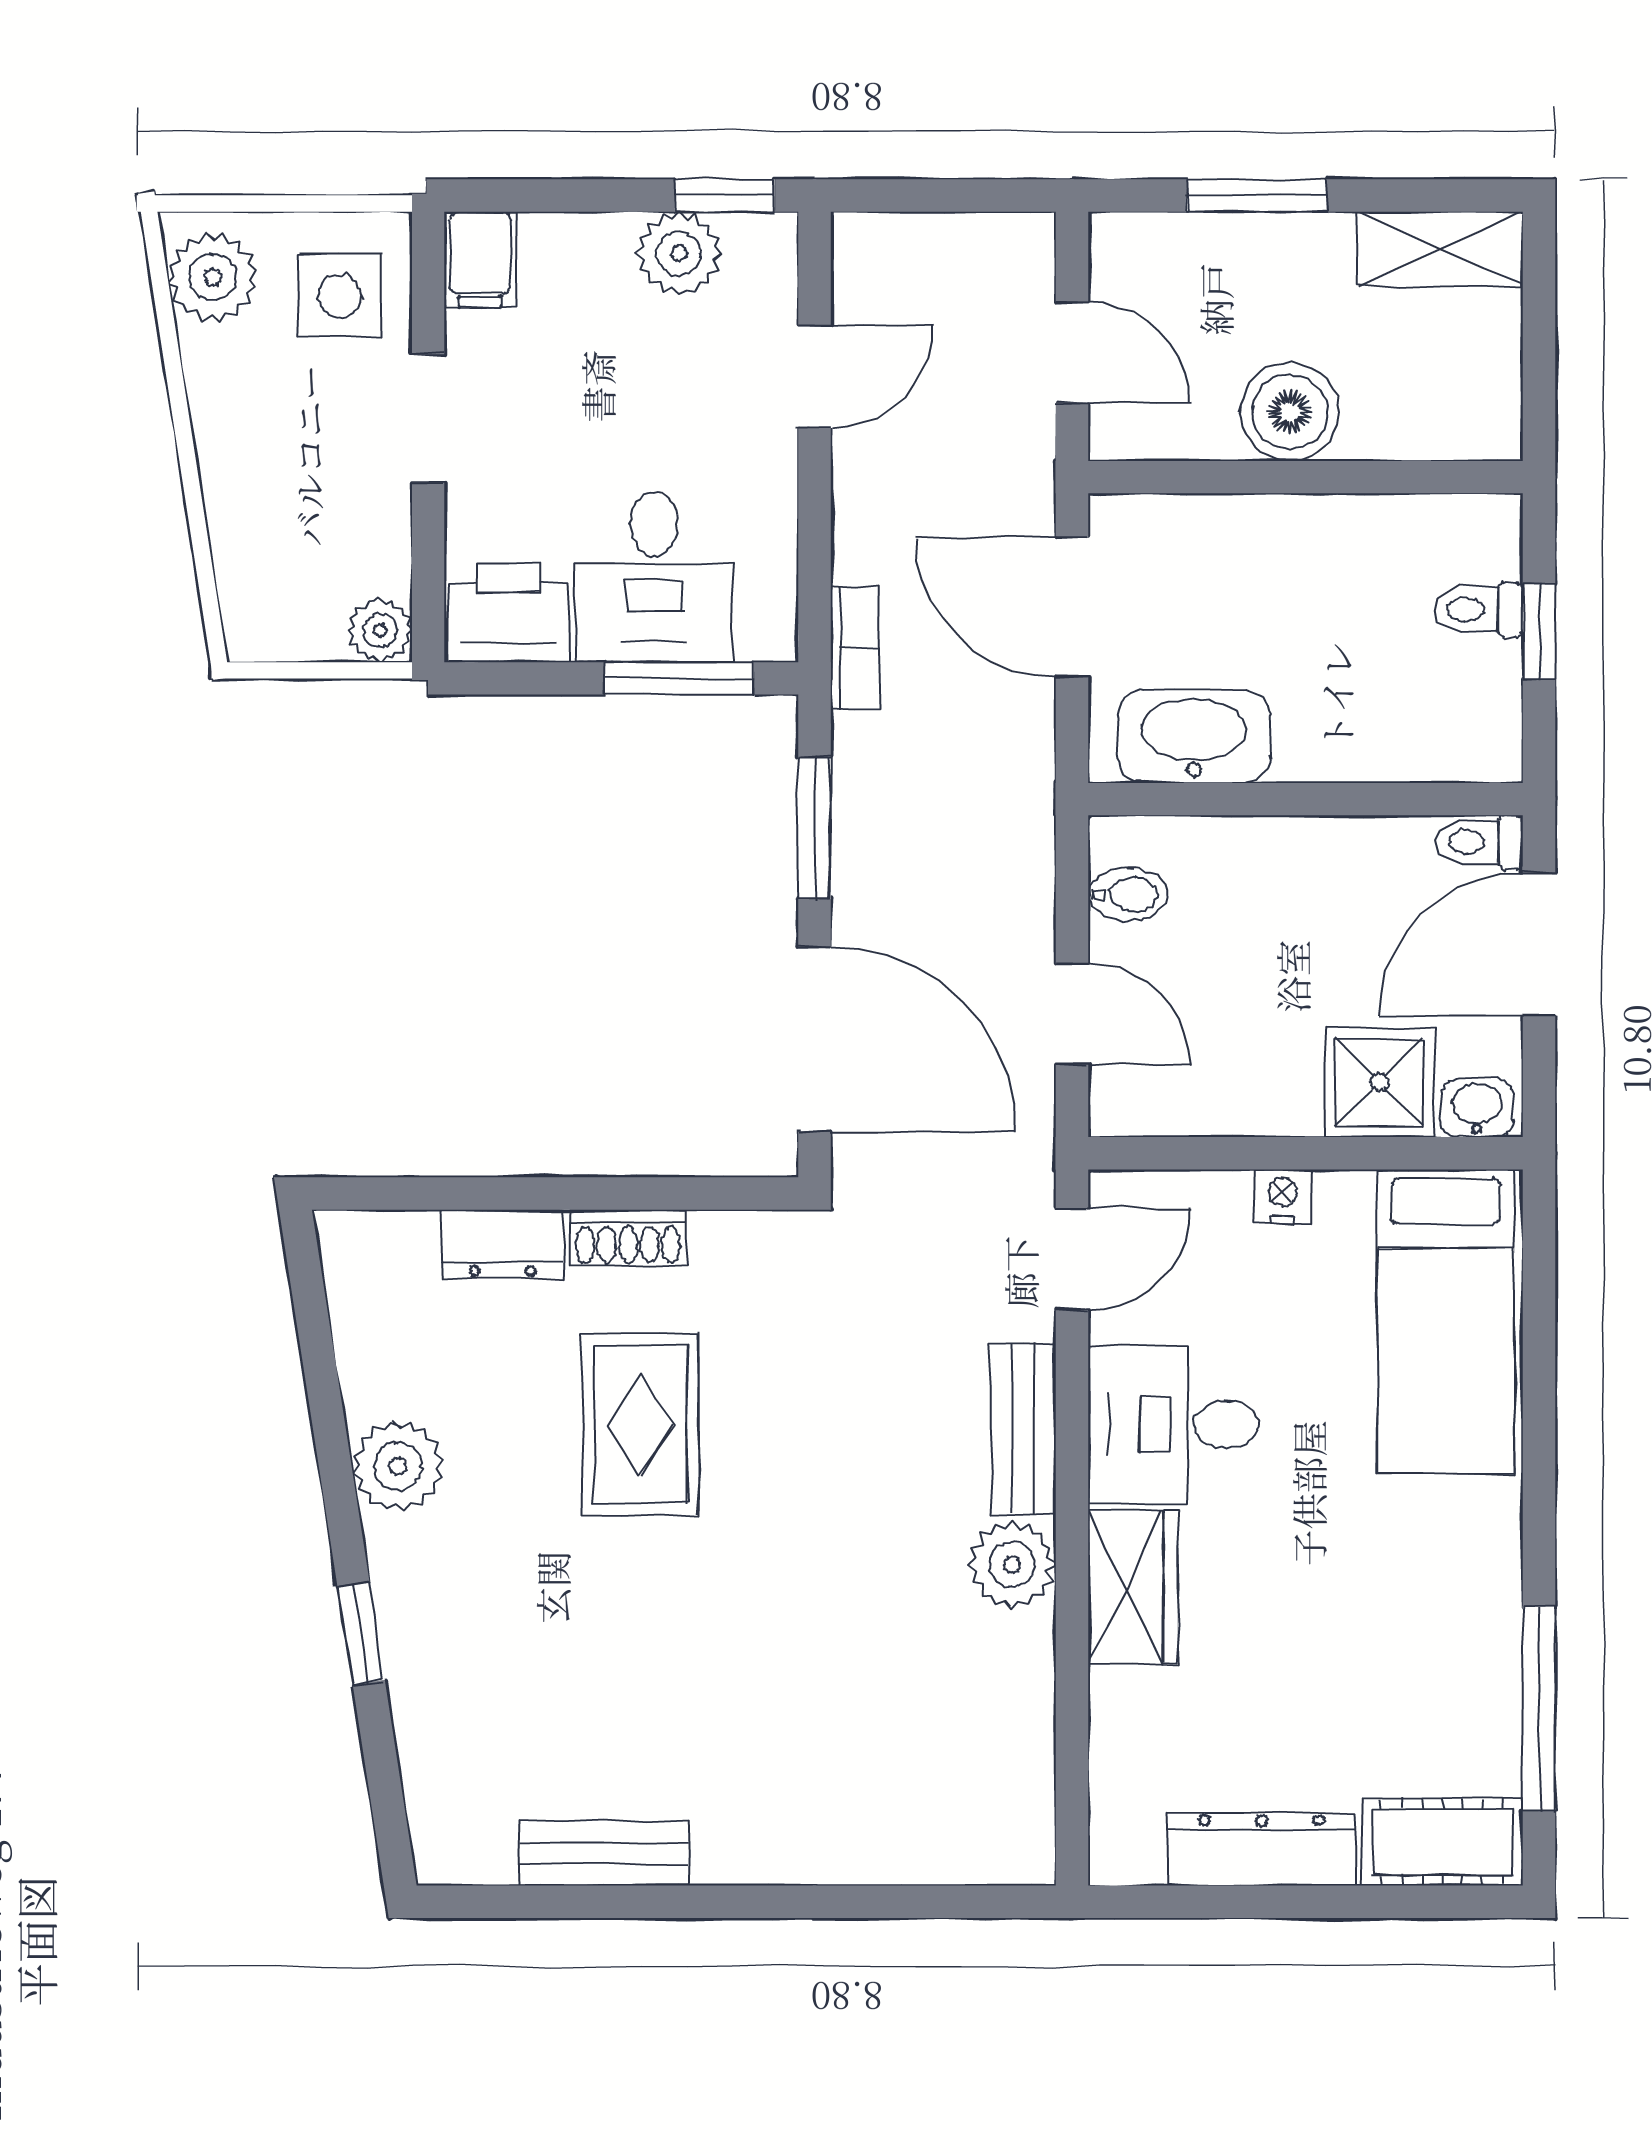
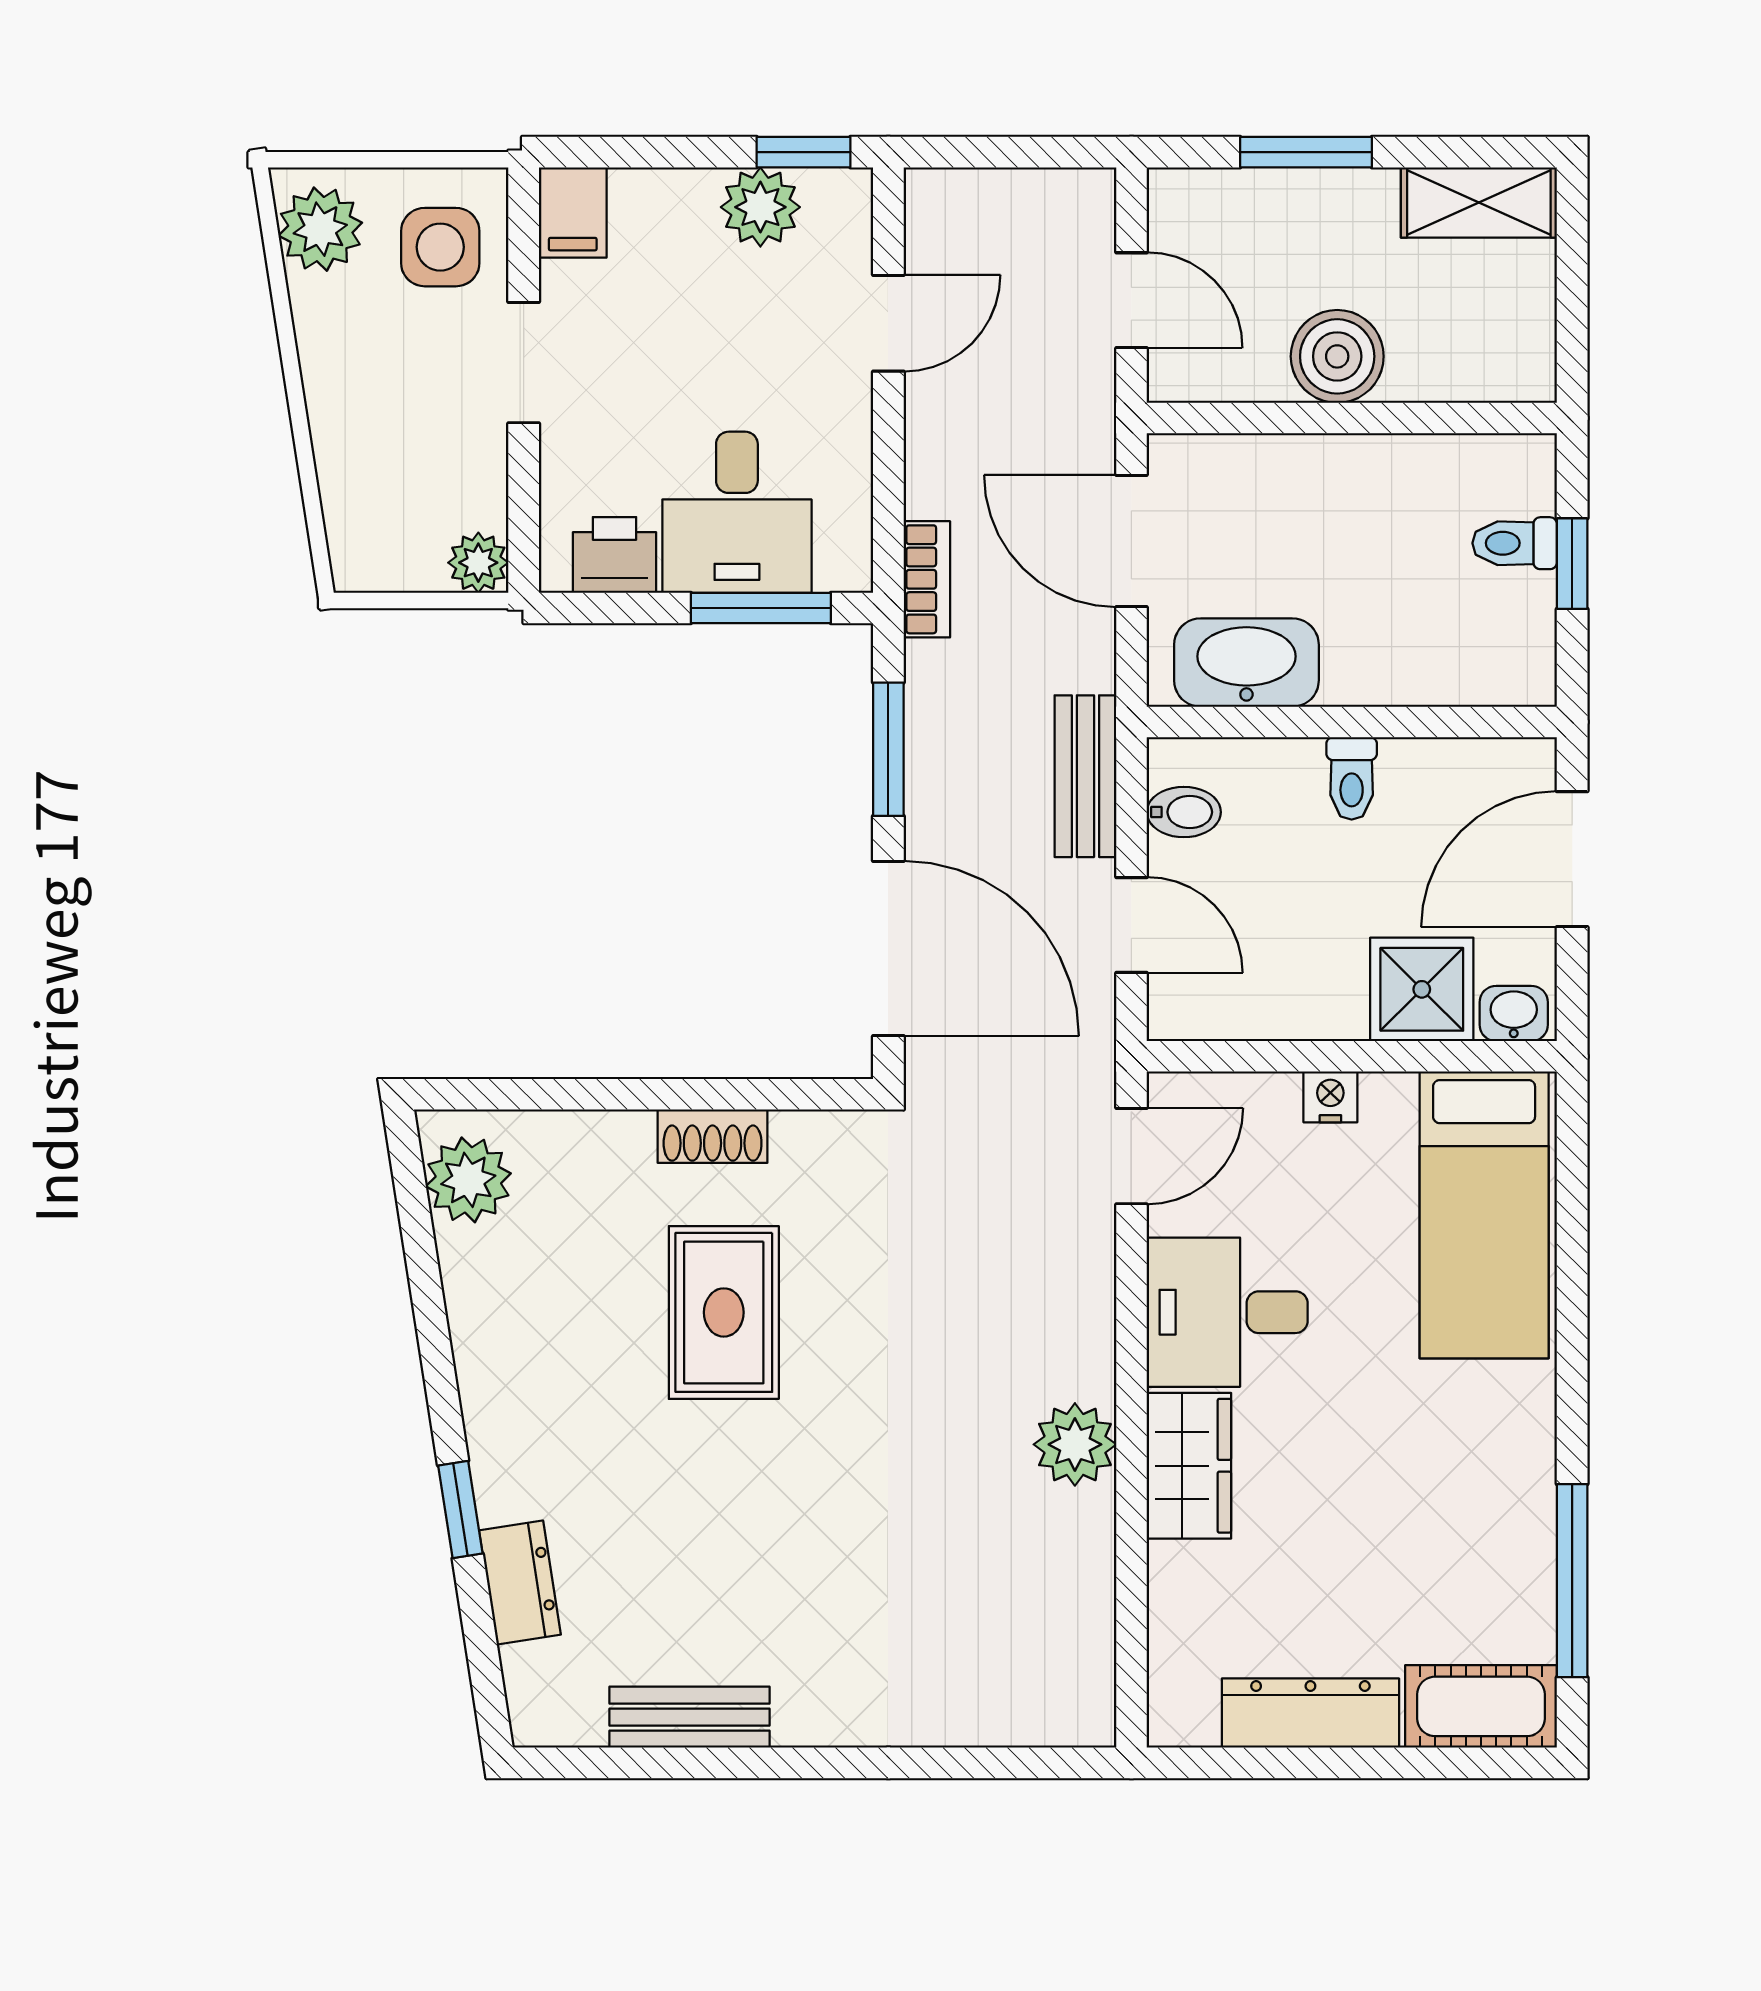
printer: (508, 613) -> (614, 555), width x0.73, depth x0.81
toilet: (1479, 842) -> (1352, 778), moved, turned -90
dresser: (502, 1244) -> (520, 1582), moved, turned -99
bench: (1023, 1429) -> (1085, 776), moved
plant: (398, 1466) -> (468, 1180), moved

